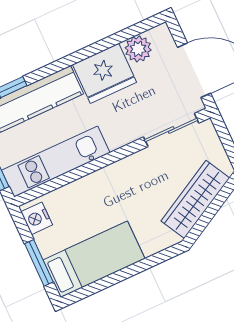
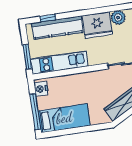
window: (39, 263) -> (35, 112), width x1.44

